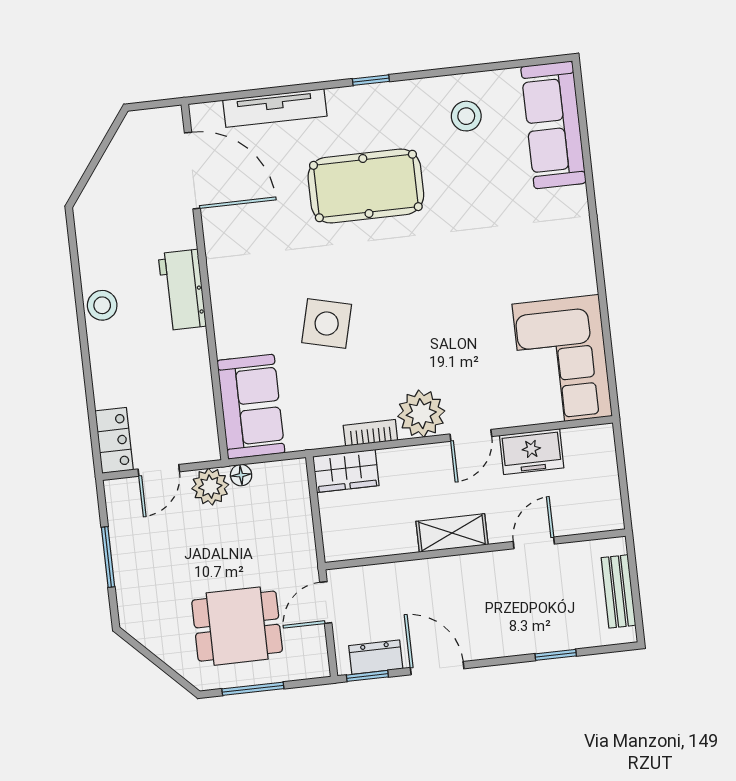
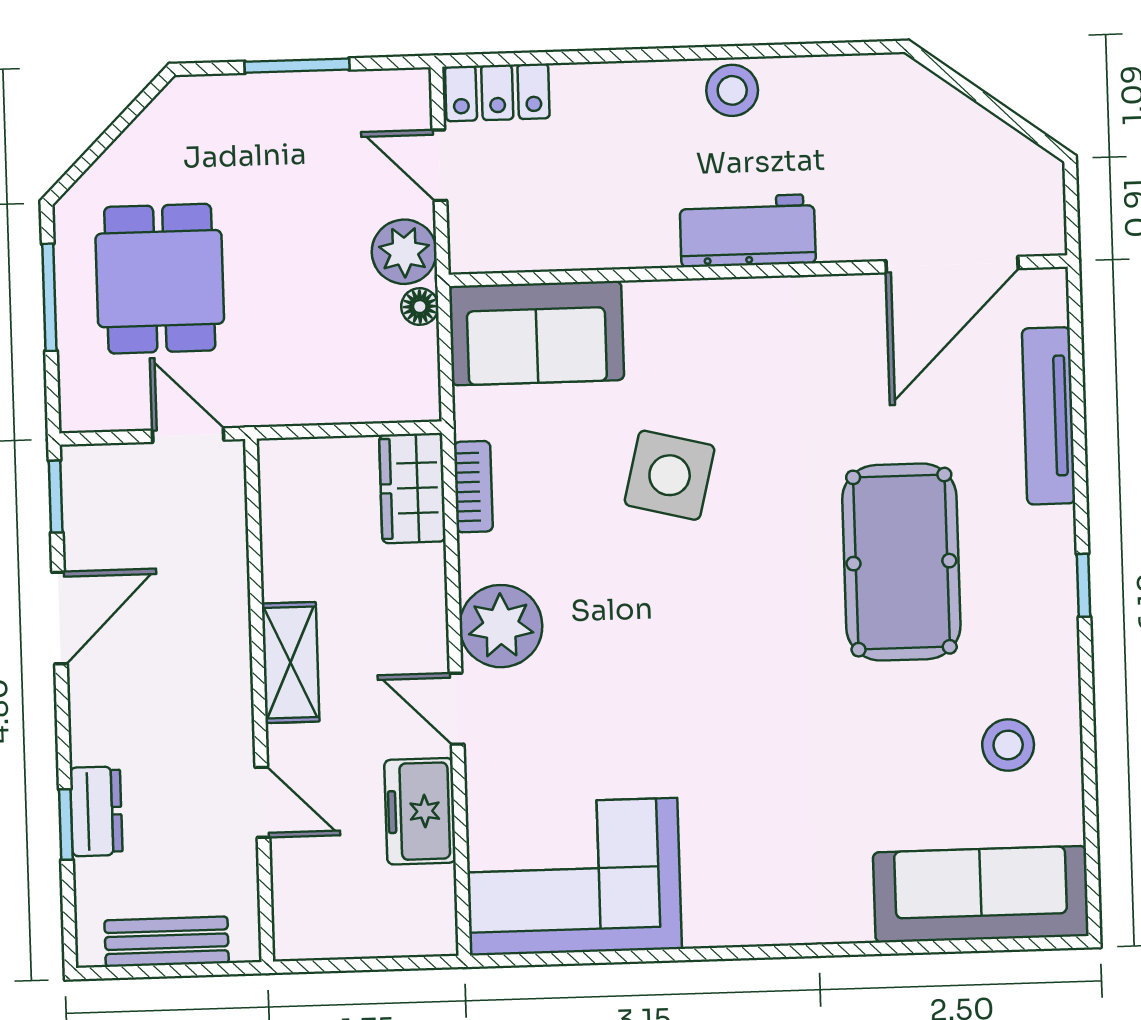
bookcase: (370, 433) -> (473, 487), moved
dresser: (376, 657) -> (96, 811), moved

